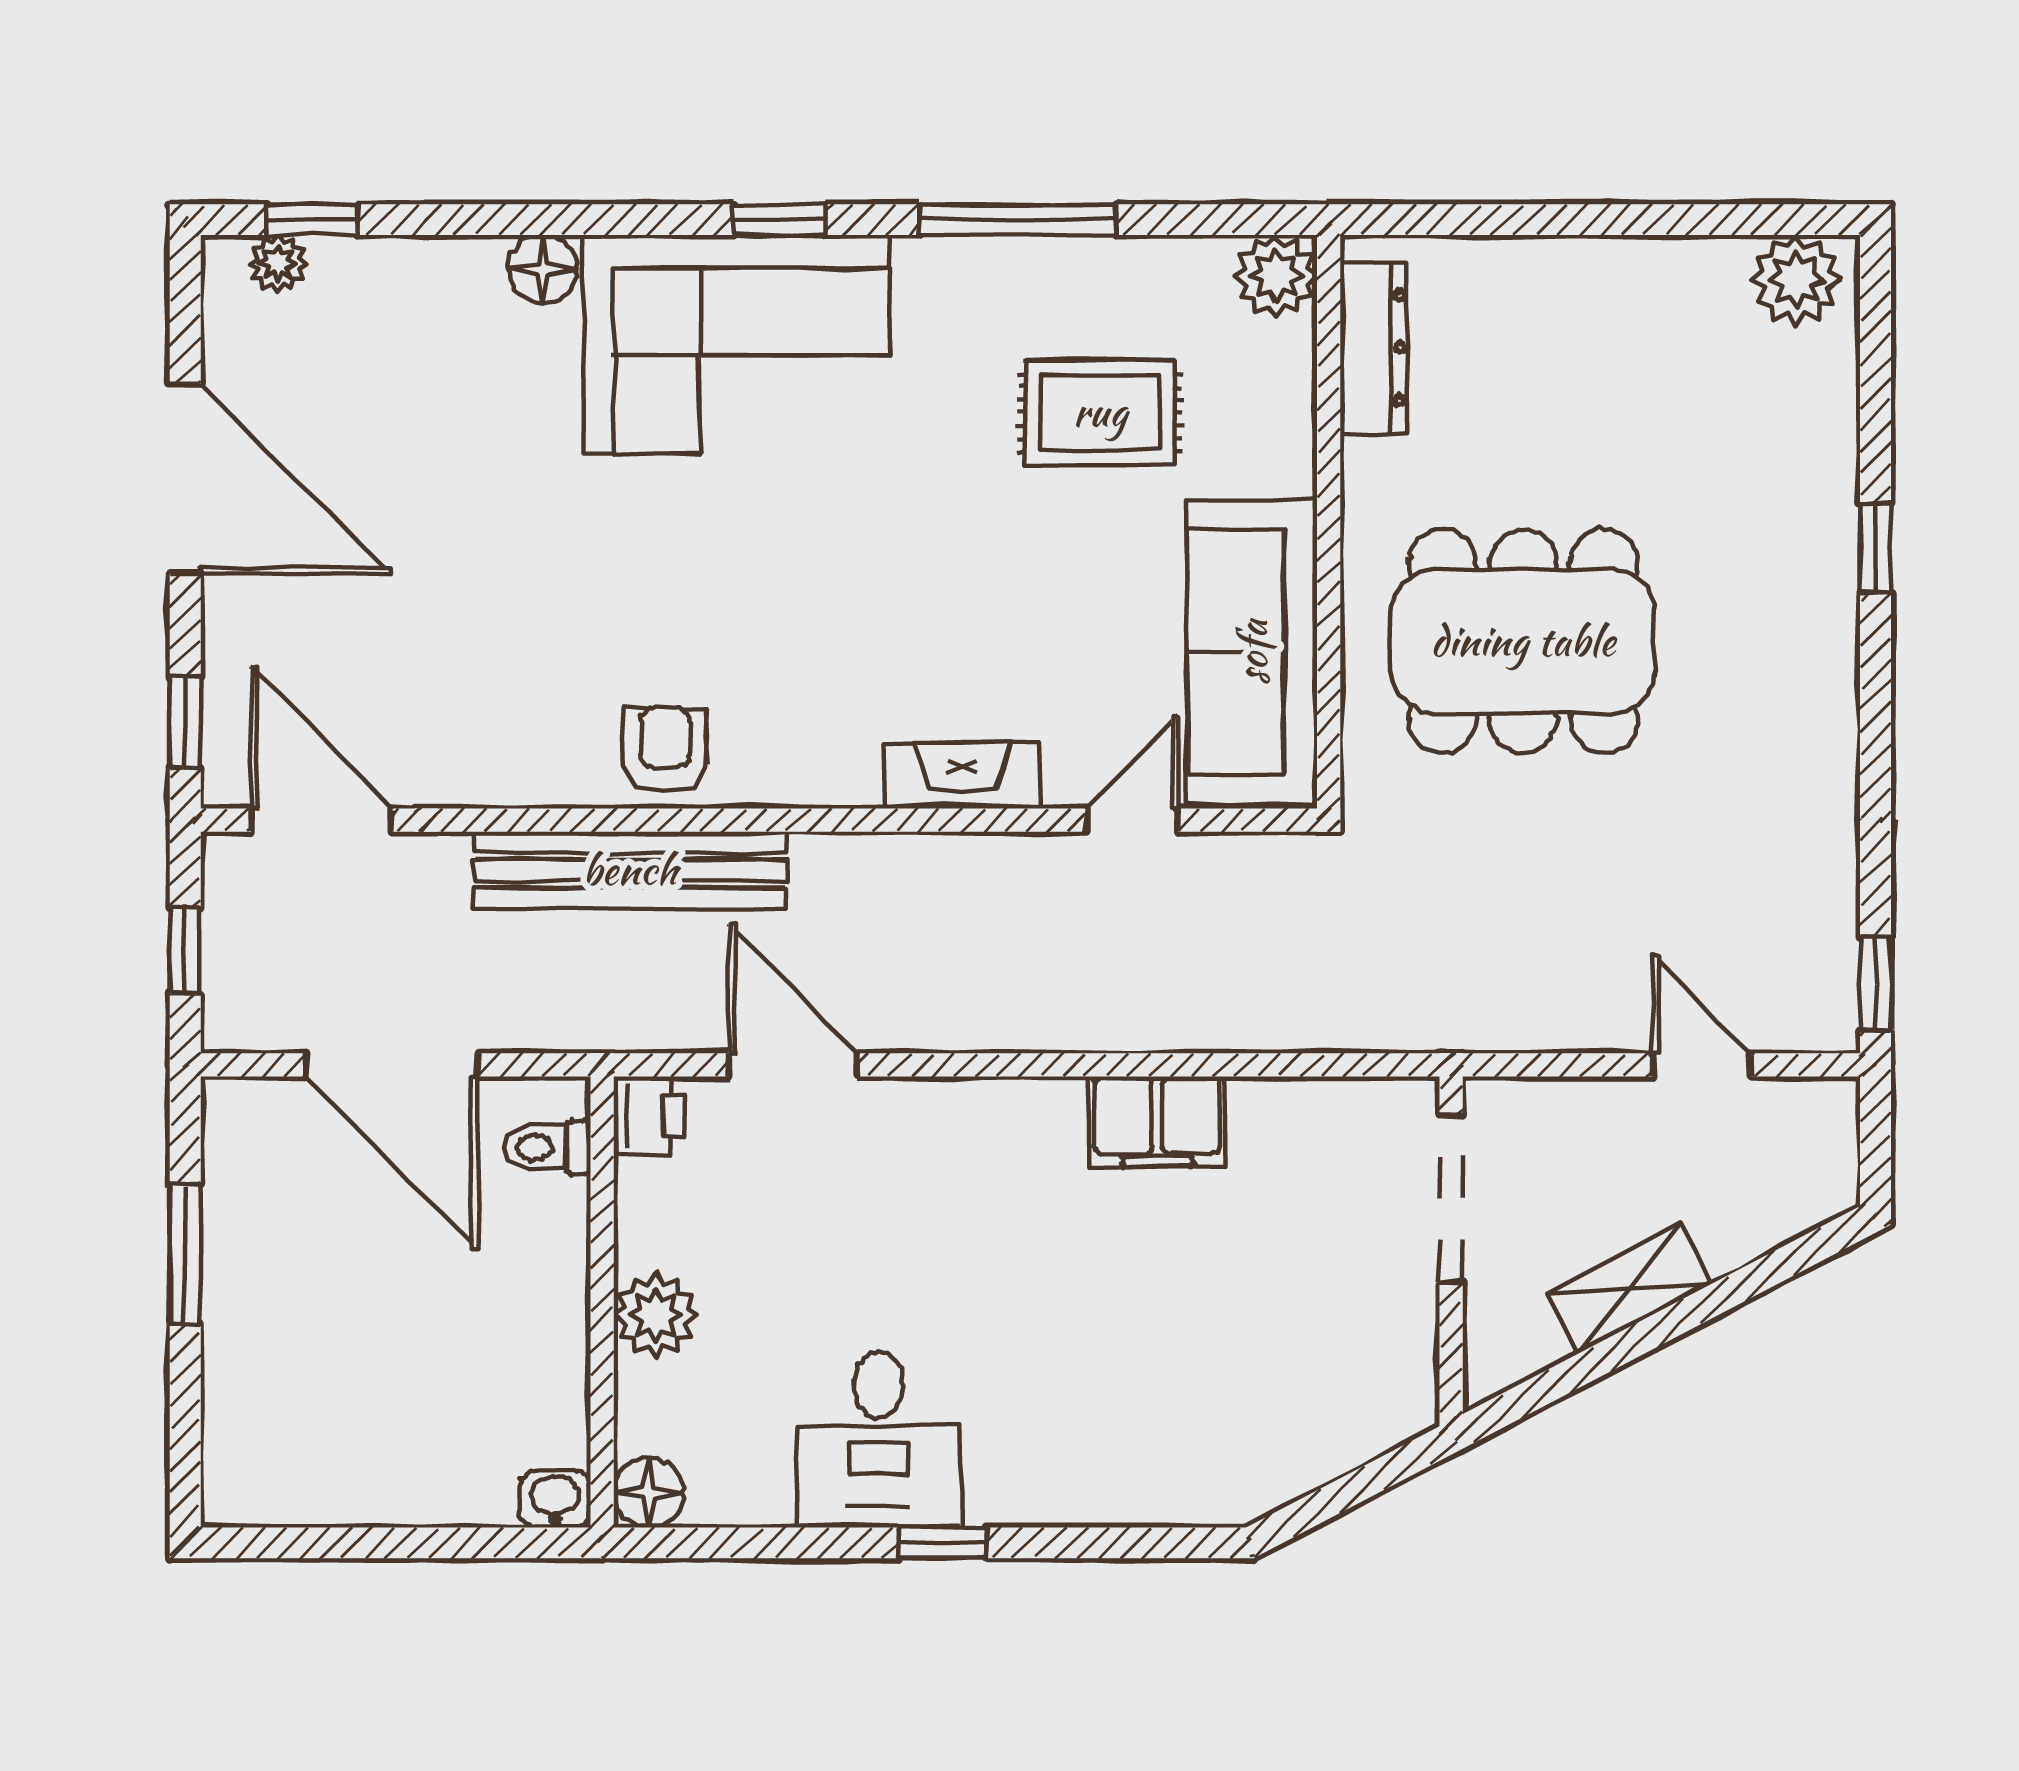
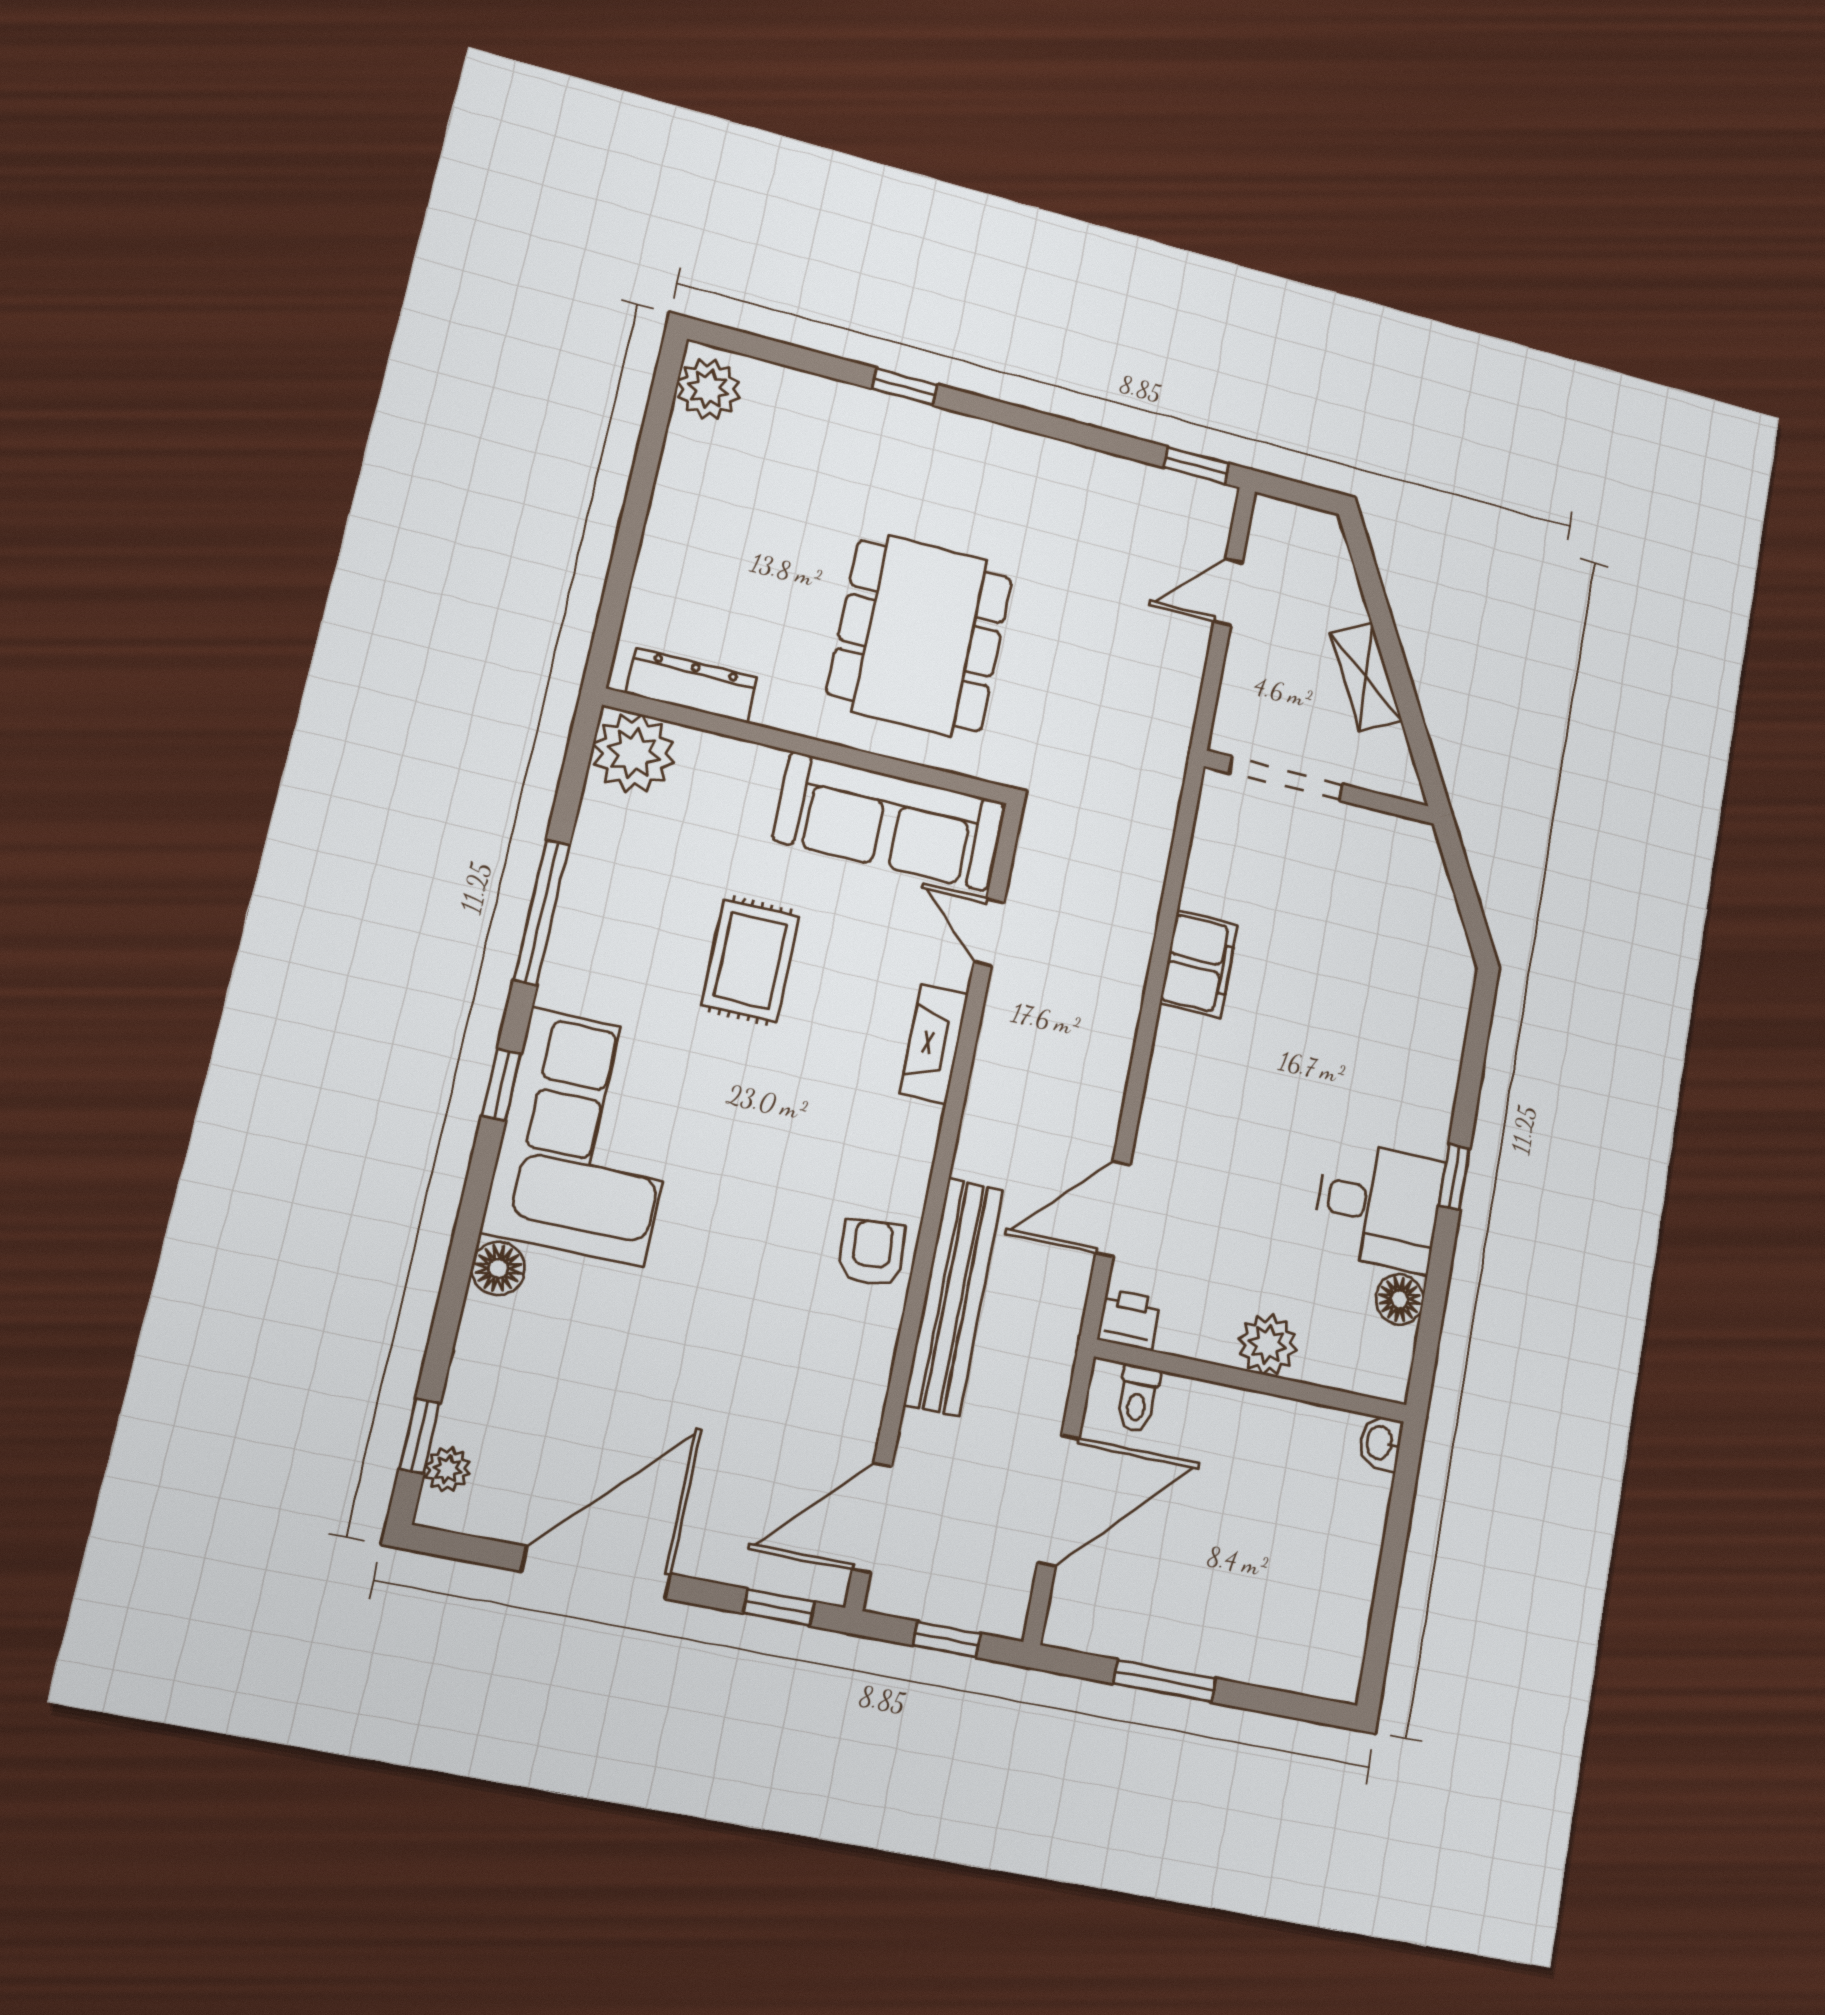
plant: (1276, 276) -> (634, 753), width x1.36, depth x1.36
rug: (1100, 412) -> (750, 960), moved
armchair: (665, 749) -> (872, 1253), turned 85
floor lamp: (649, 1493) -> (1400, 1299), moved

